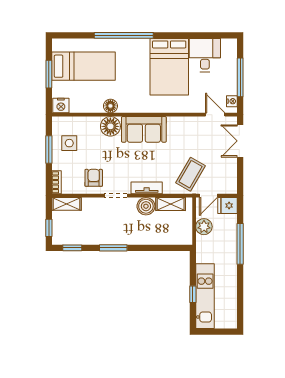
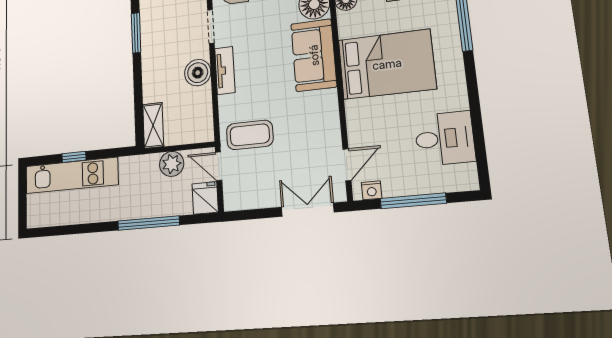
bed: (169, 67) -> (387, 64), moved, turned 180
coffee table: (190, 174) -> (250, 135), turned -30
shelving: (171, 204) -> (153, 125), moved

